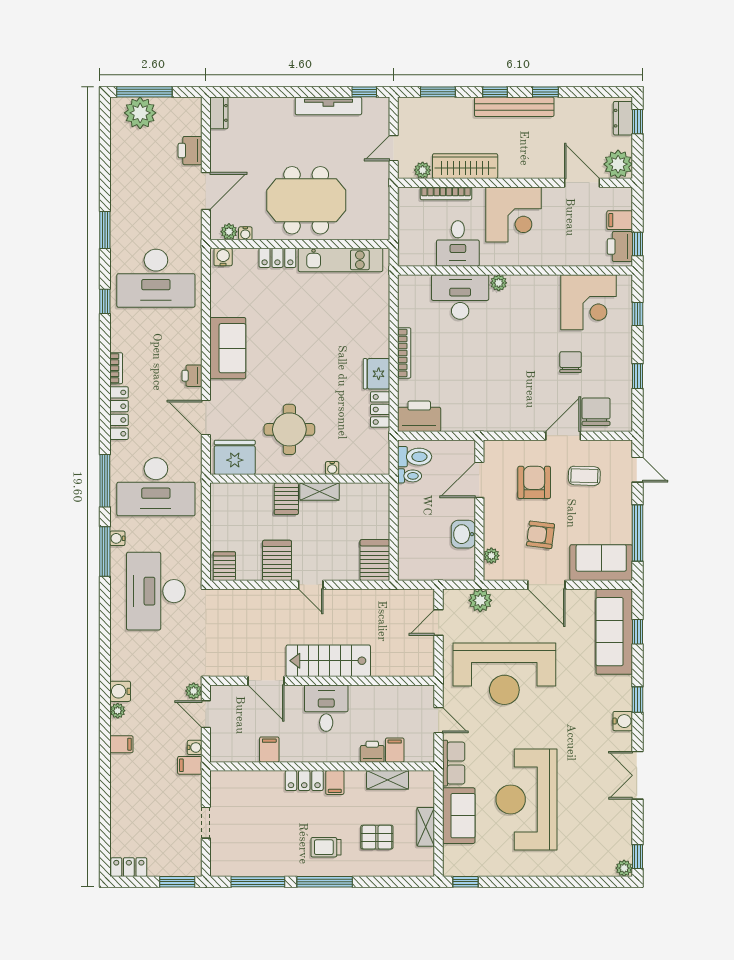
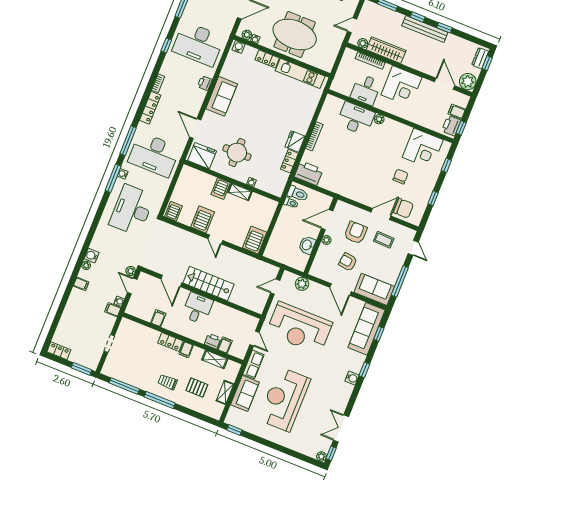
printer: (192, 376) -> (205, 83), moved
chair: (596, 412) -> (403, 208), turned 90
plant: (491, 556) -> (326, 240), moved
double door: (638, 775) -> (341, 428), moved

